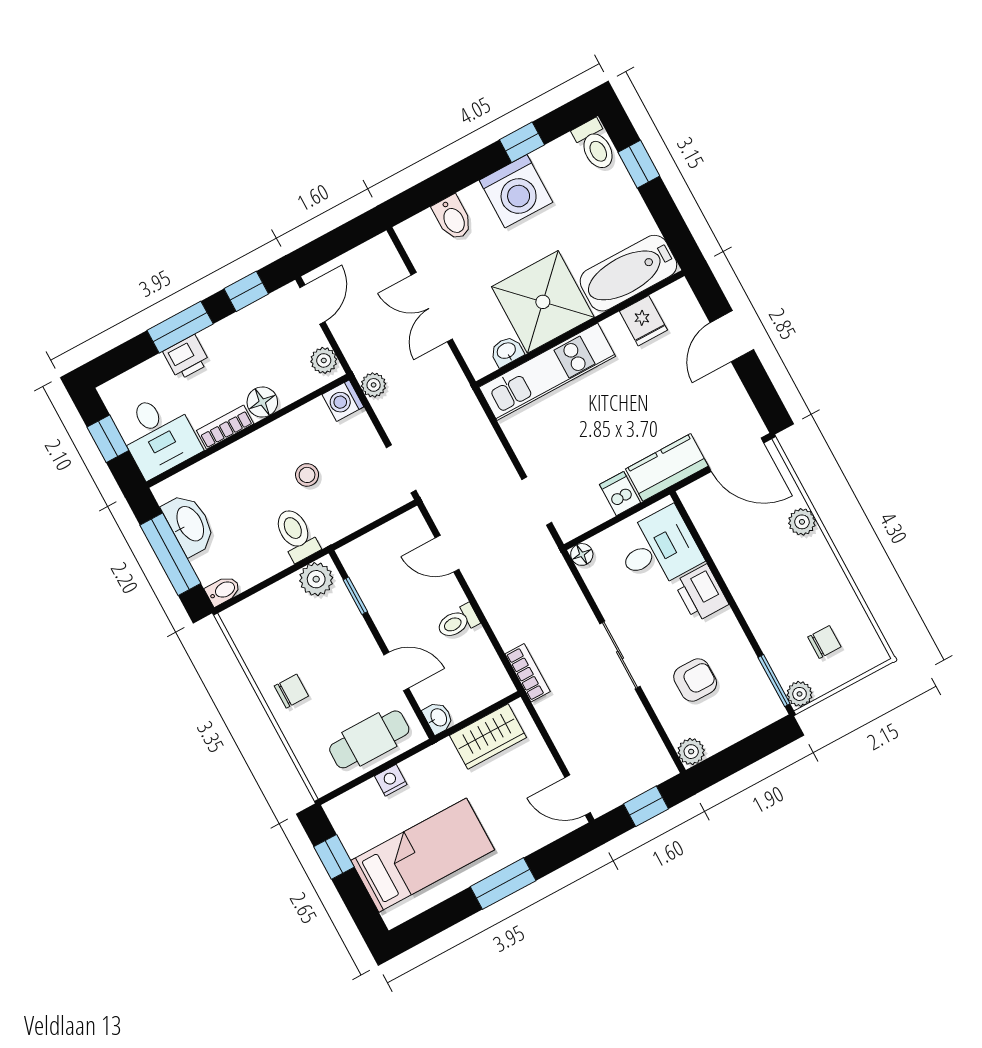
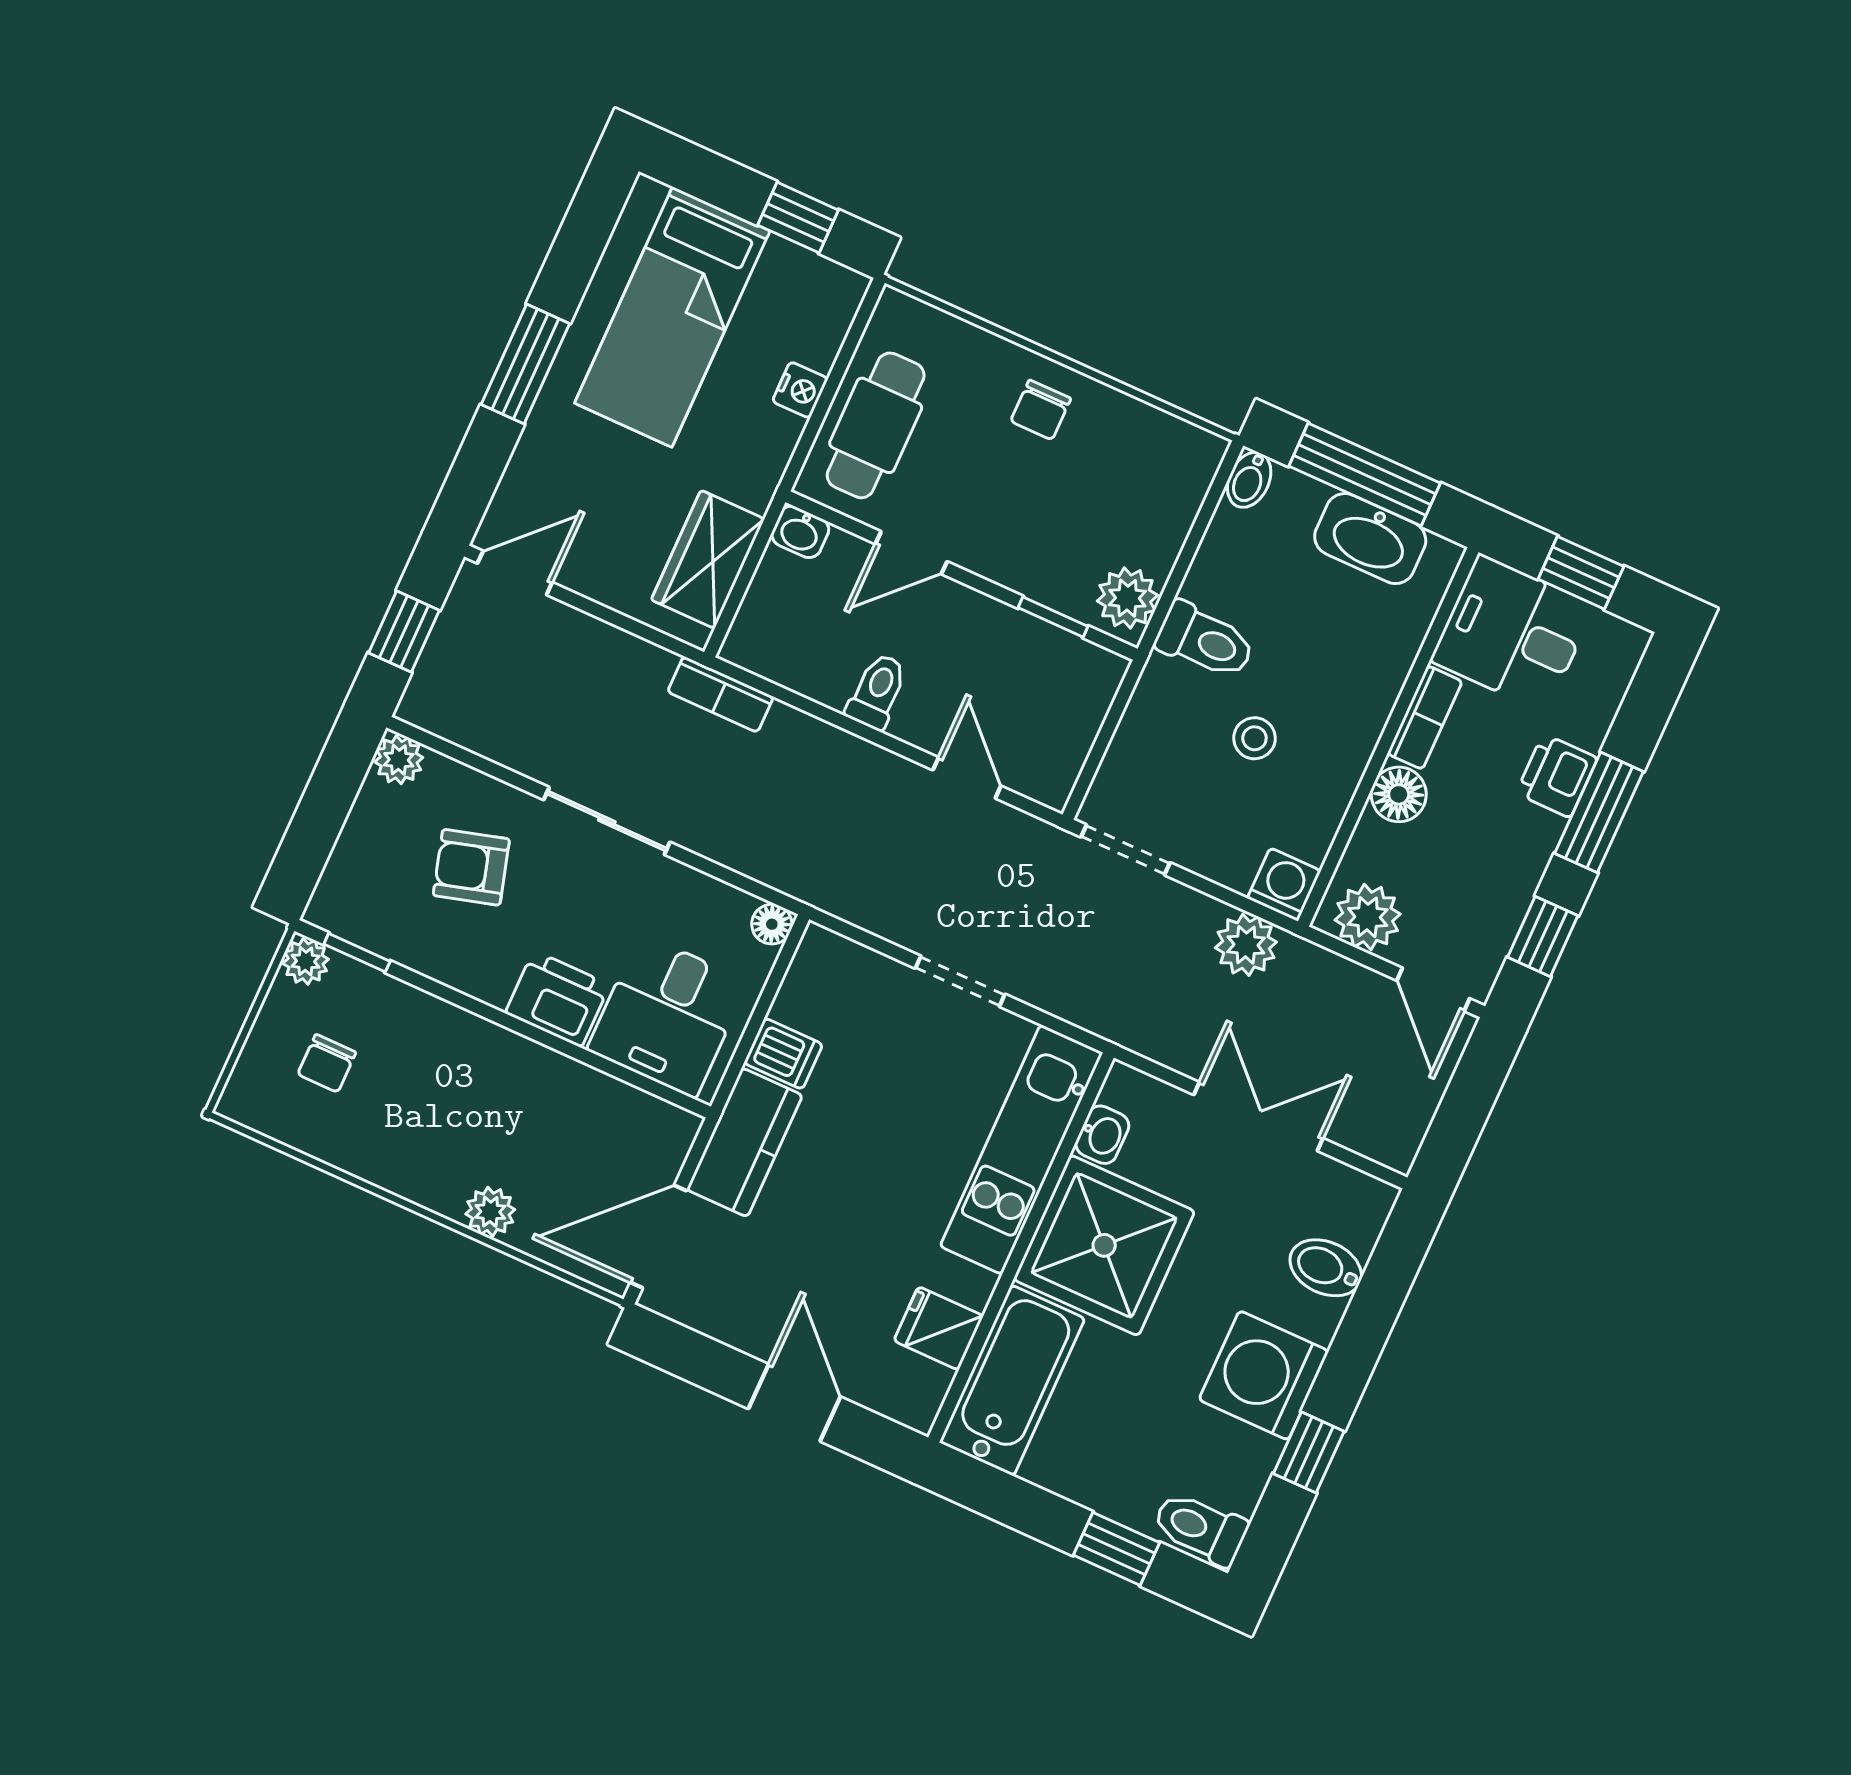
plant: (324, 360) -> (1368, 917), width x1.38, depth x1.38
plant: (374, 385) -> (1246, 945), width x1.38, depth x1.38
doorway: (537, 501) -> (960, 981), moved
door: (447, 554) -> (967, 778), hinge flipped
armchair: (695, 680) -> (471, 867), turned 74
window: (774, 681) -> (357, 953), width x0.67

